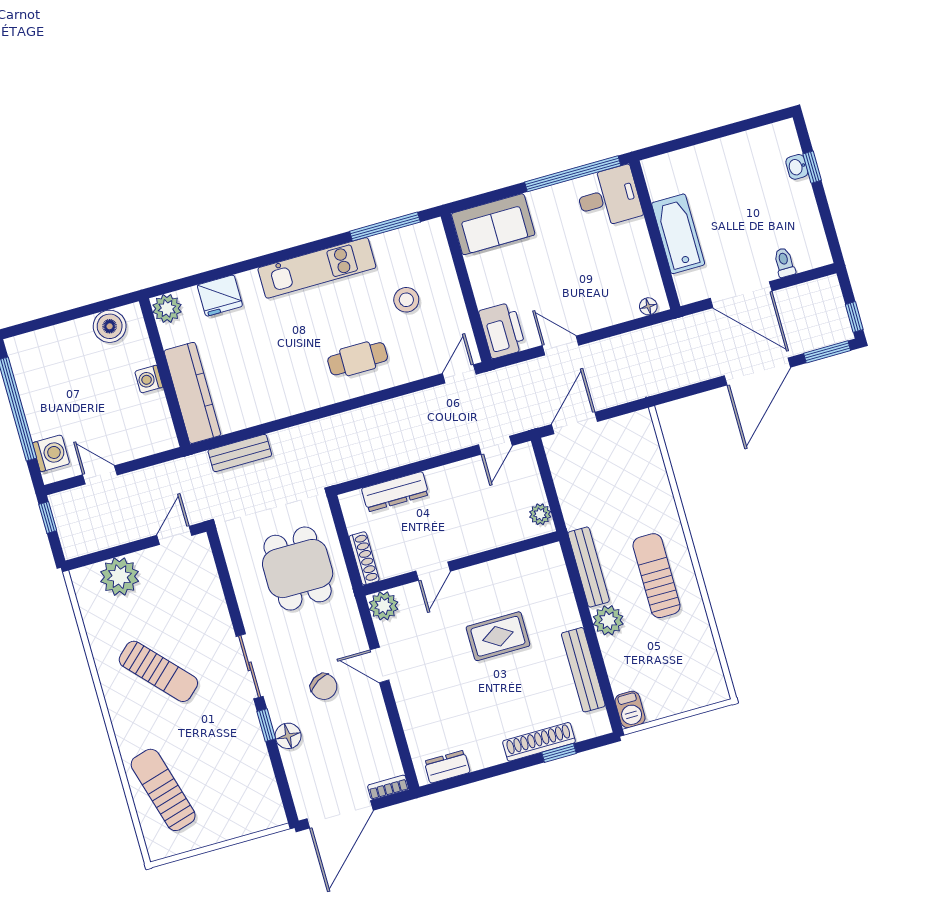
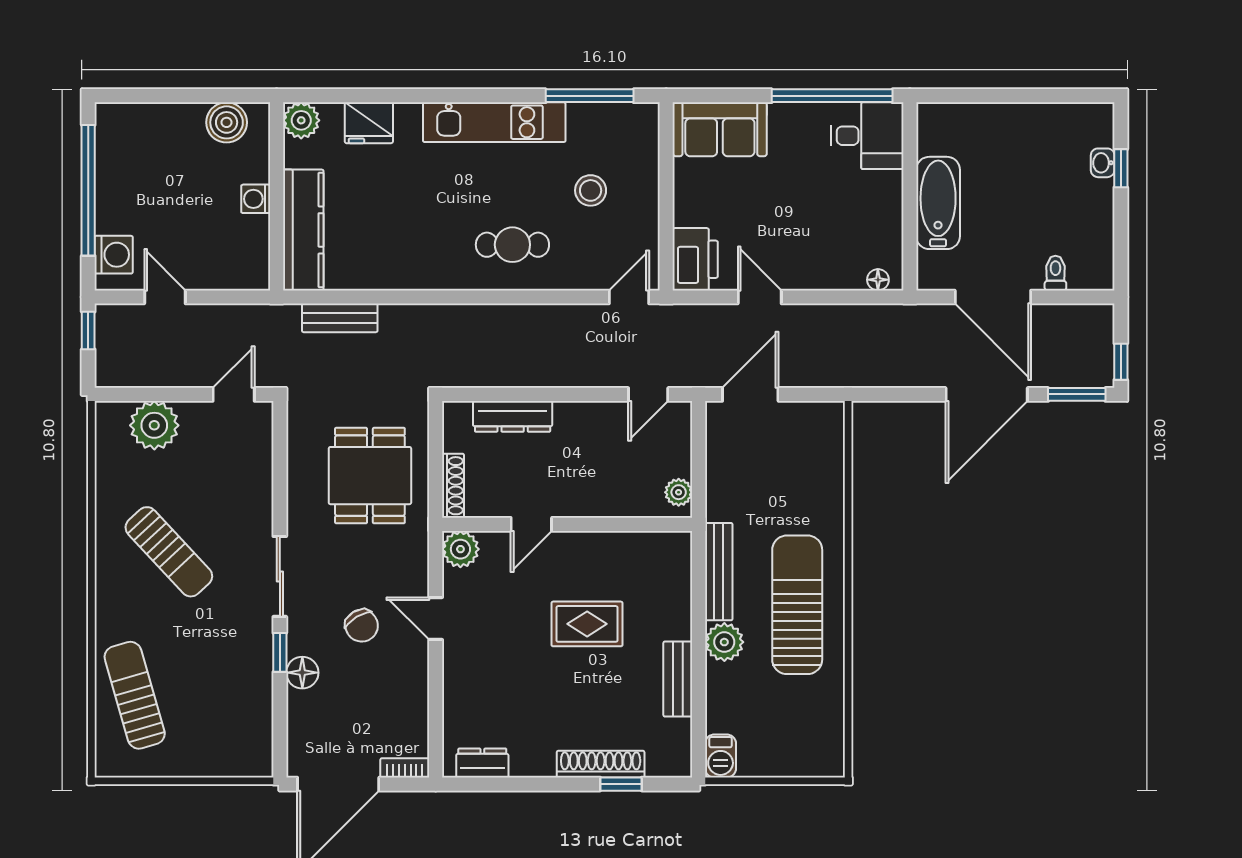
sun lounger: (657, 576) -> (797, 605), width x1.36, depth x1.34
bench: (583, 670) -> (678, 679), width x0.73

